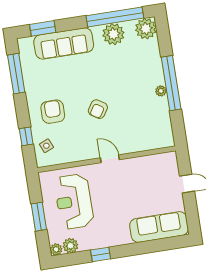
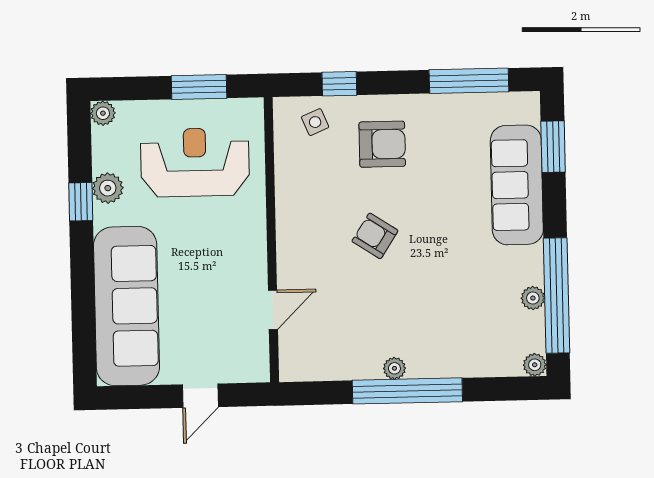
plant: (146, 29) -> (535, 365), width x0.53, depth x0.53
plant: (113, 34) -> (533, 298), width x0.53, depth x0.53
door: (110, 159) -> (273, 310), moved
window: (39, 217) -> (199, 87), moved
sofa: (159, 227) -> (127, 306), width x1.36, depth x1.27
plant: (70, 246) -> (108, 188), moved

